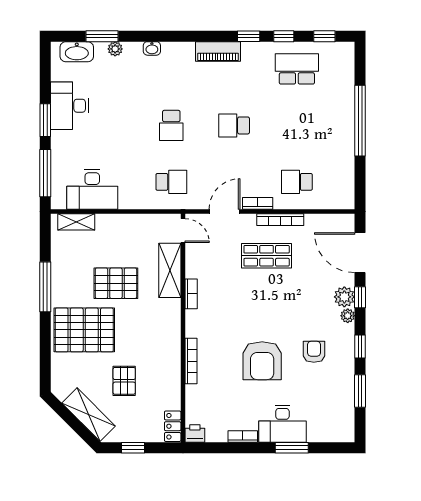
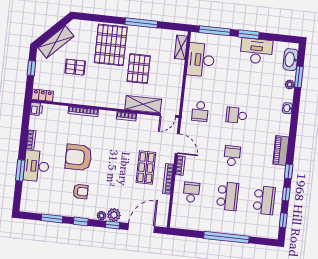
school desk: (297, 125) -> (228, 196), added

